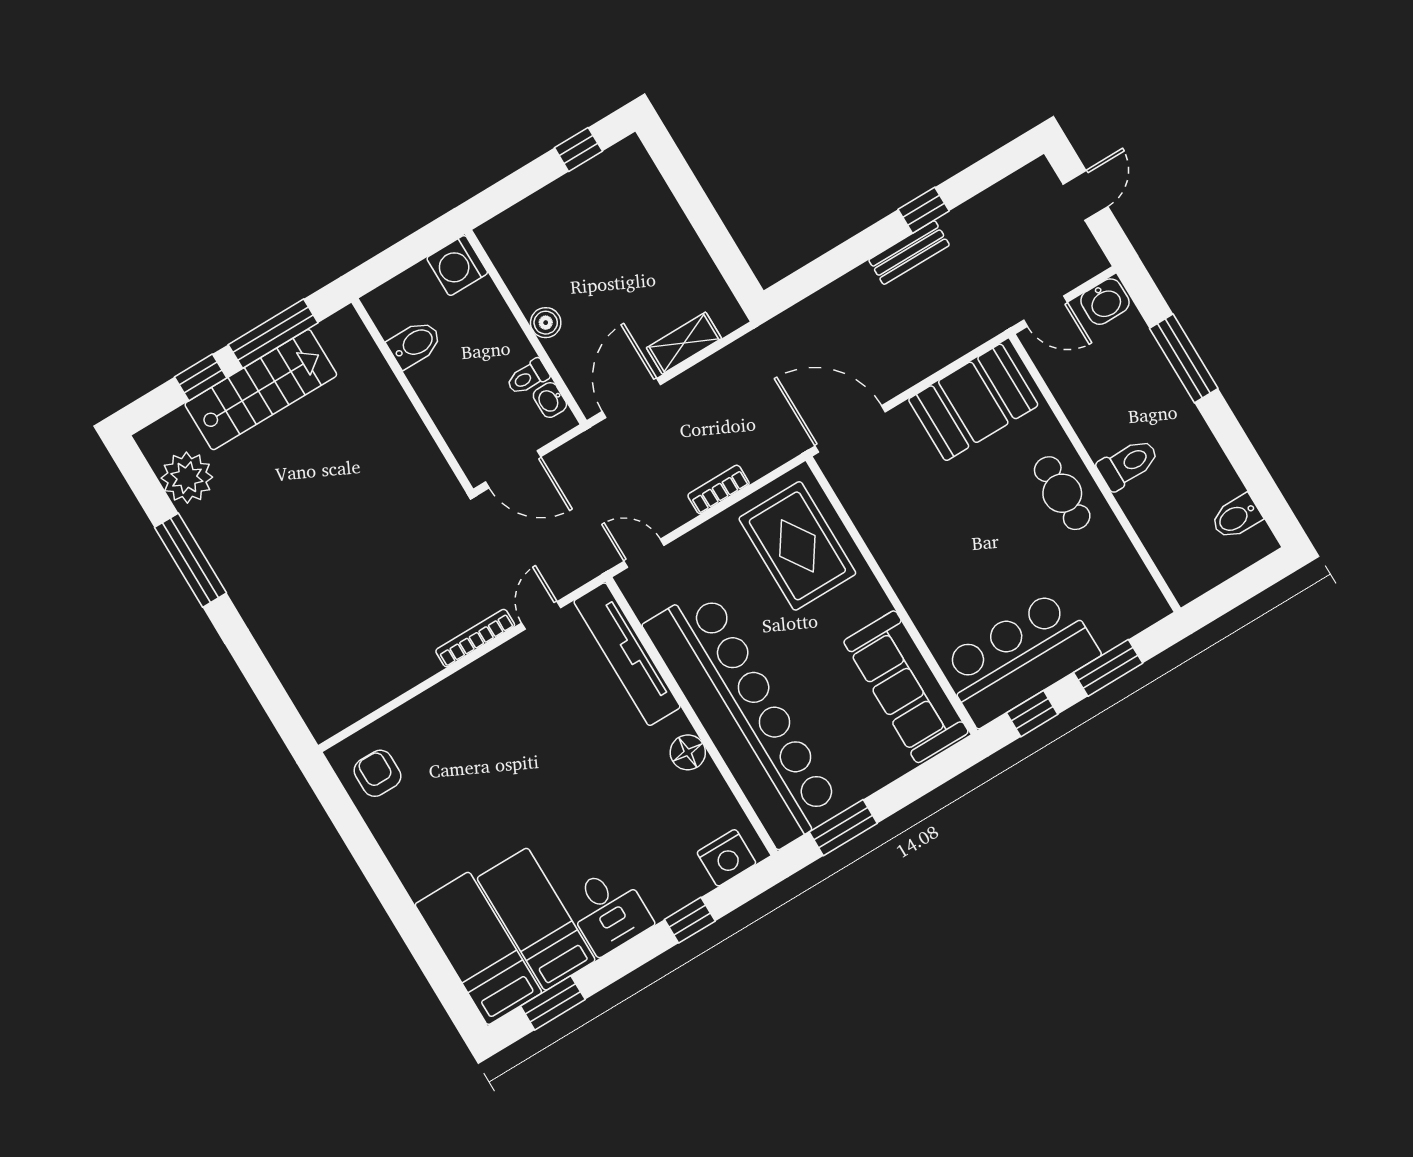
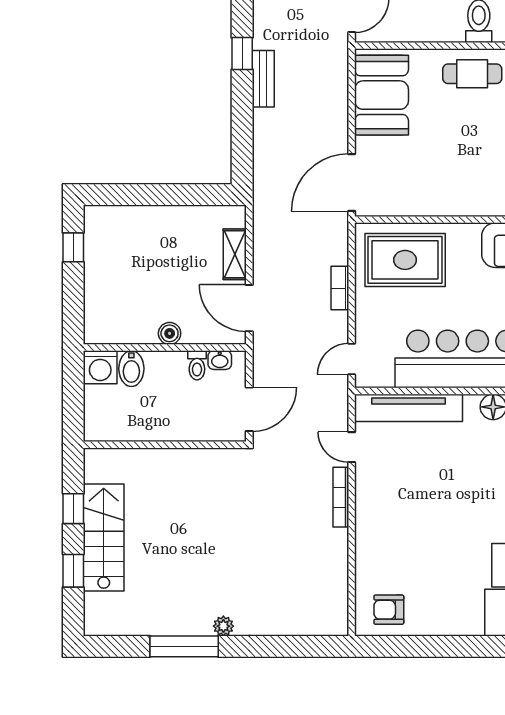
window: (273, 334) -> (73, 509), width x0.46
bidet: (415, 344) -> (131, 369), moved, turned 180
plant: (187, 478) -> (223, 626), moved, width x0.53, depth x0.53

